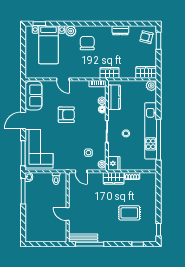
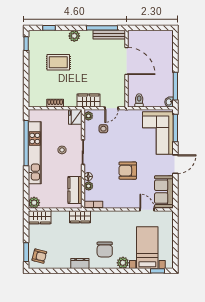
dresser: (120, 30) -> (80, 264), moved
door: (63, 79) -> (147, 210), moved
door: (81, 171) -> (112, 108), swing flipped
wardrobe: (114, 178) -> (89, 101), moved
door: (68, 214) -> (126, 61), width x1.88
plant: (115, 237) -> (74, 36), added

